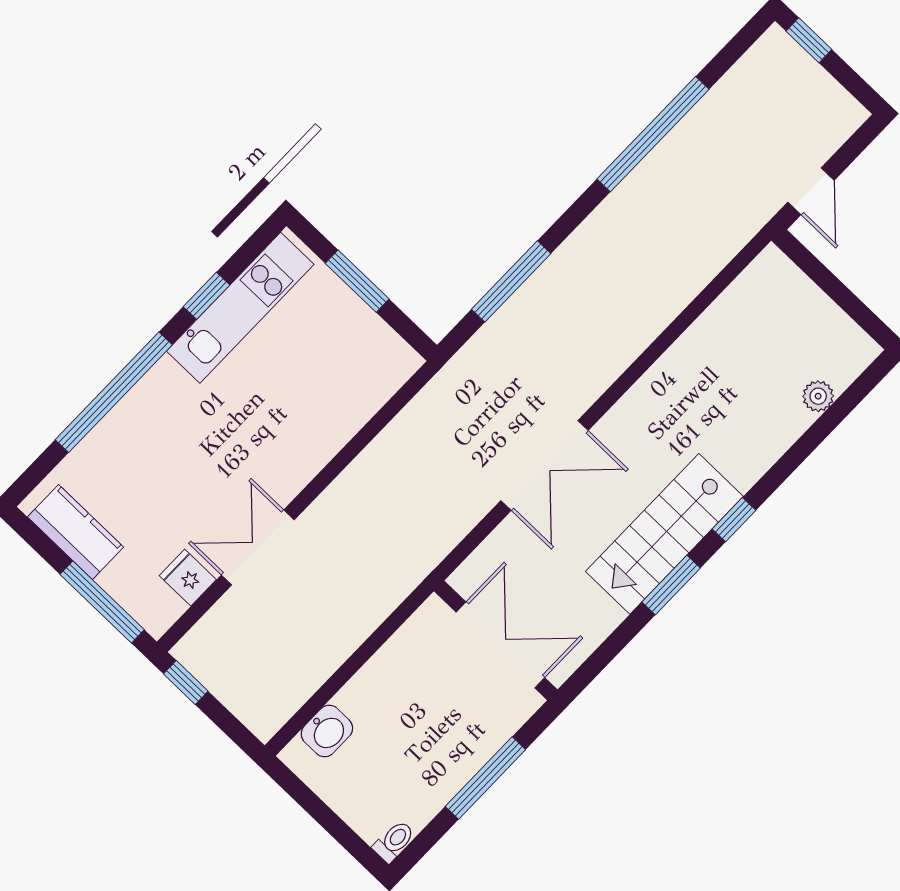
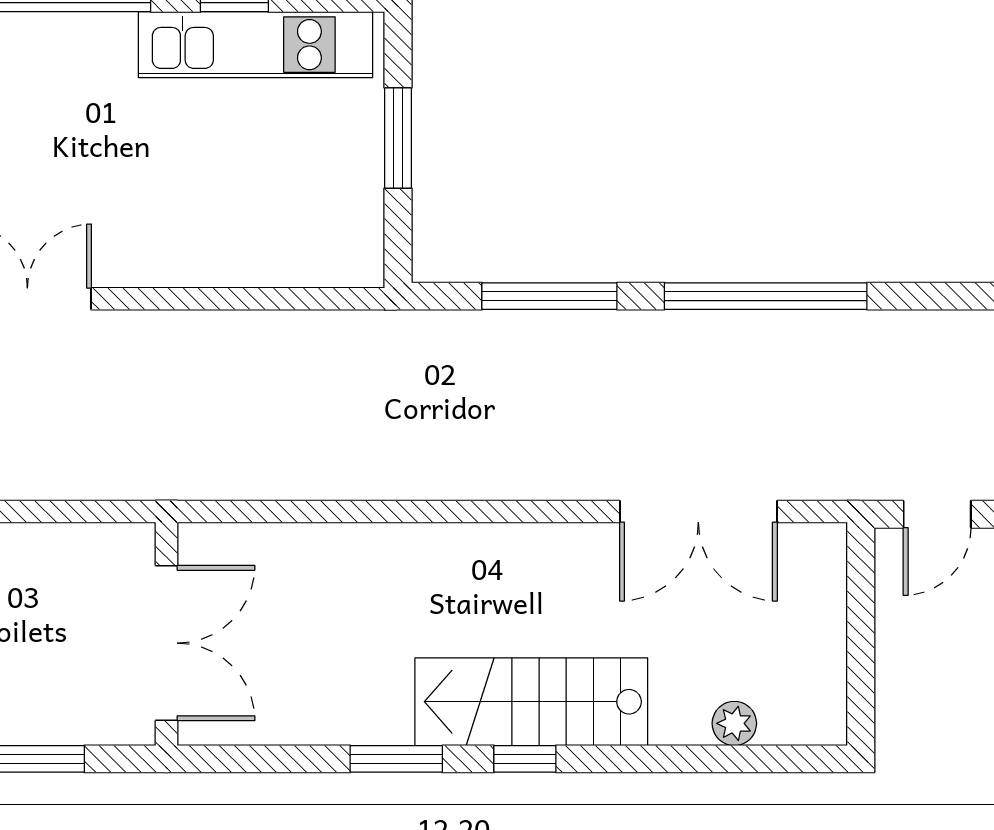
window: (653, 134) -> (766, 296), moved
double door: (544, 465) -> (698, 512), moved
stairs: (664, 534) -> (531, 702), moved

